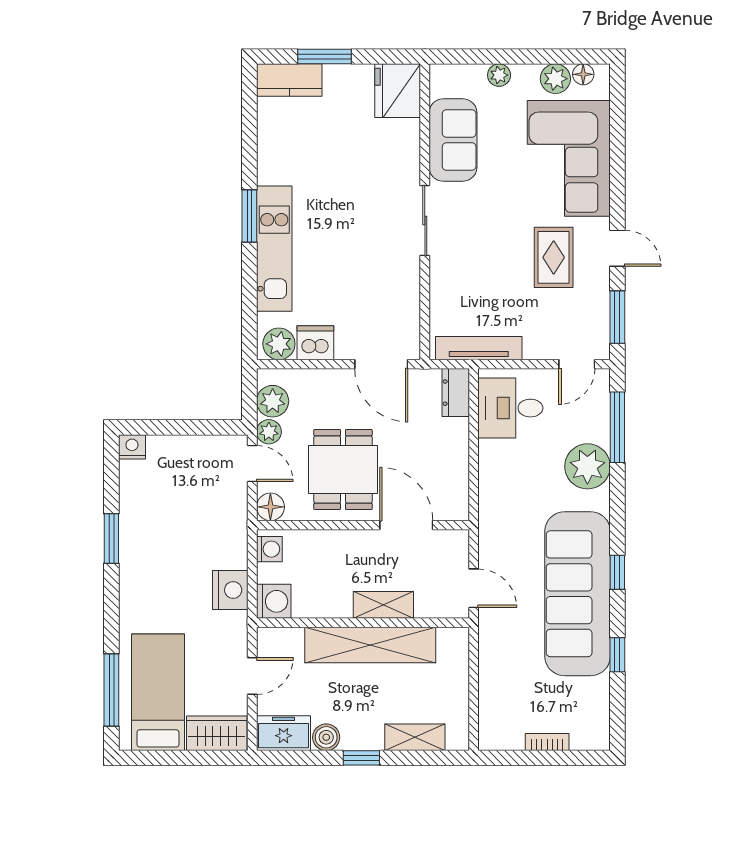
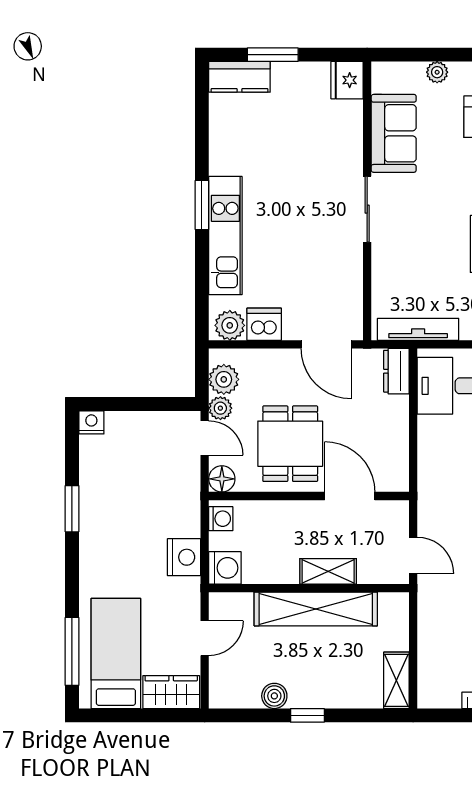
fridge: (398, 91) -> (347, 80), width x0.73, depth x0.75
freezer: (284, 733) -> (234, 692), removed
shelving: (415, 737) -> (396, 680), moved, turned 90

